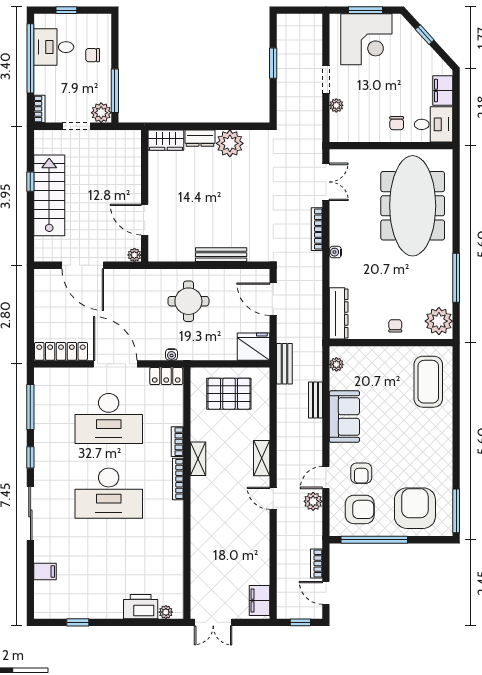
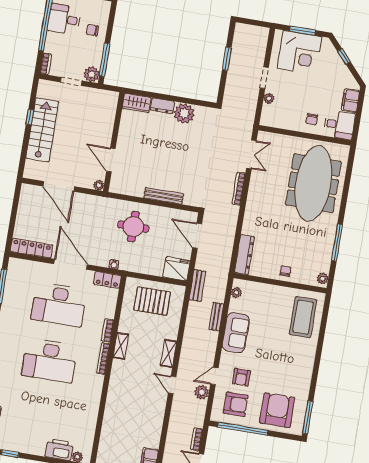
water cooler: (335, 252) -> (250, 208), removed
plant: (439, 321) -> (323, 279), width x0.53, depth x0.53

